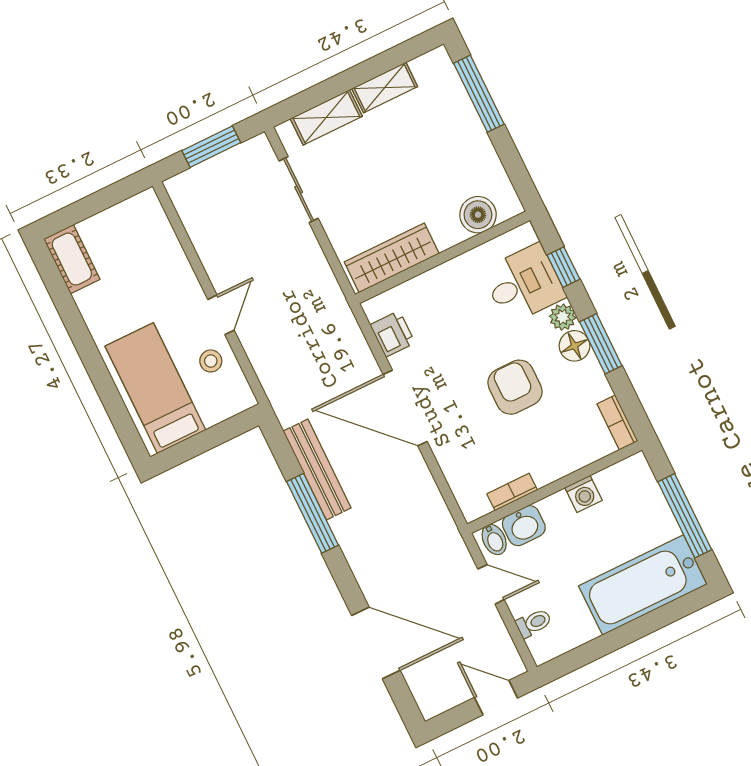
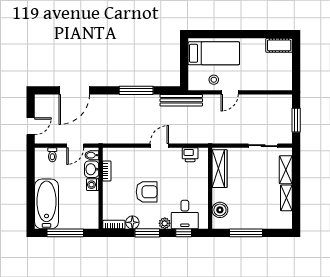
window: (479, 94) -> (246, 233), moved
door: (221, 315) -> (230, 92), hinge flipped
floor lamp: (574, 346) -> (132, 222), moved
door: (405, 408) -> (159, 146), width x0.53
bench: (317, 470) -> (181, 100), moved
washing machine: (583, 494) -> (93, 185), moved

